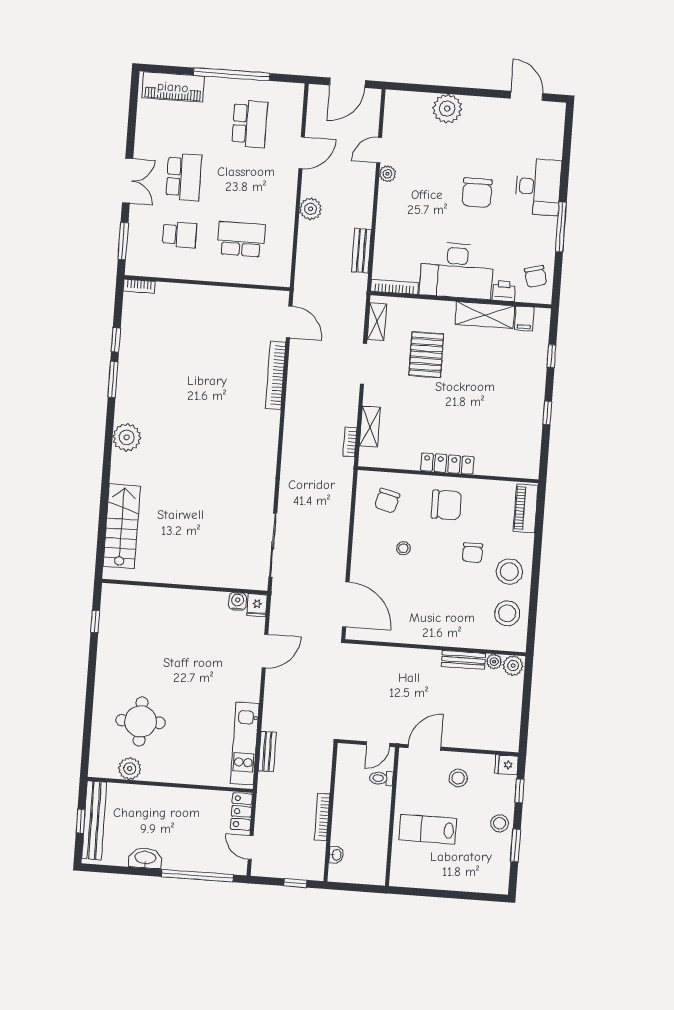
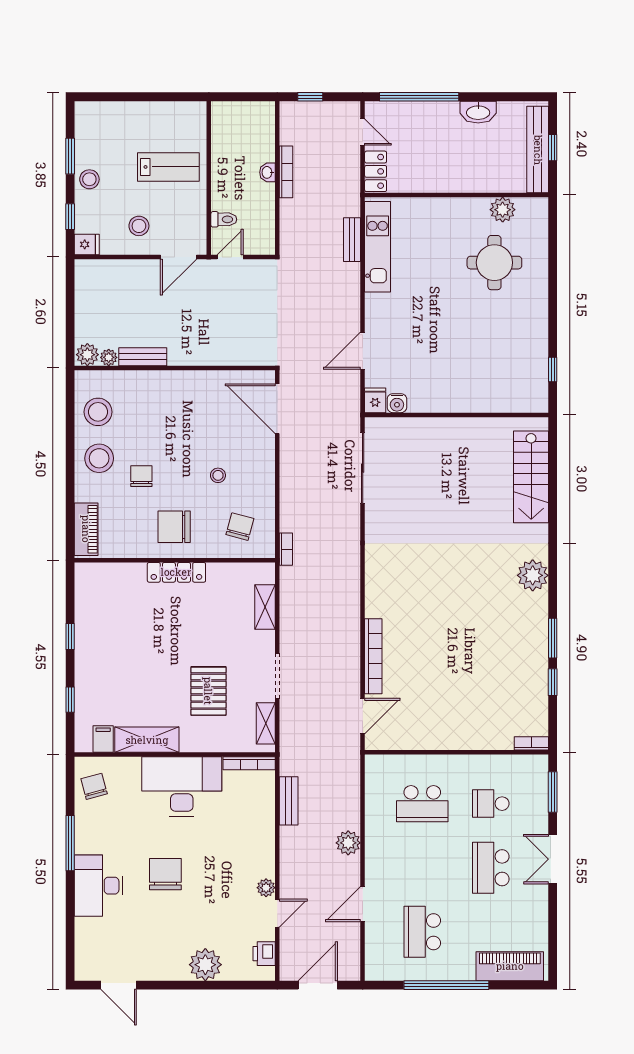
printer: (504, 291) -> (264, 954), moved, turned 90
door: (289, 322) -> (363, 716), swing flipped
bookcase: (350, 442) -> (286, 549), moved
washbasin: (336, 855) -> (267, 172), moved

